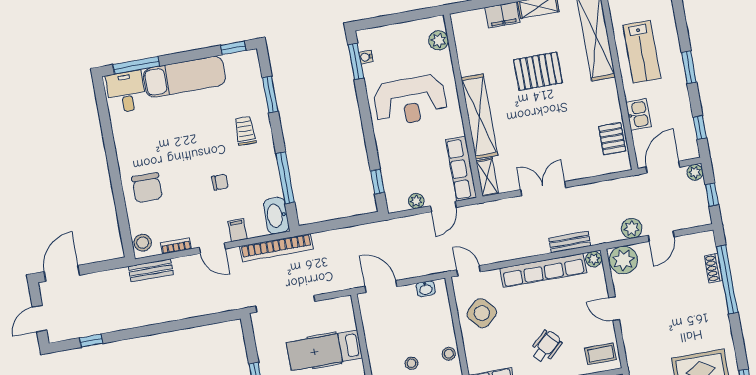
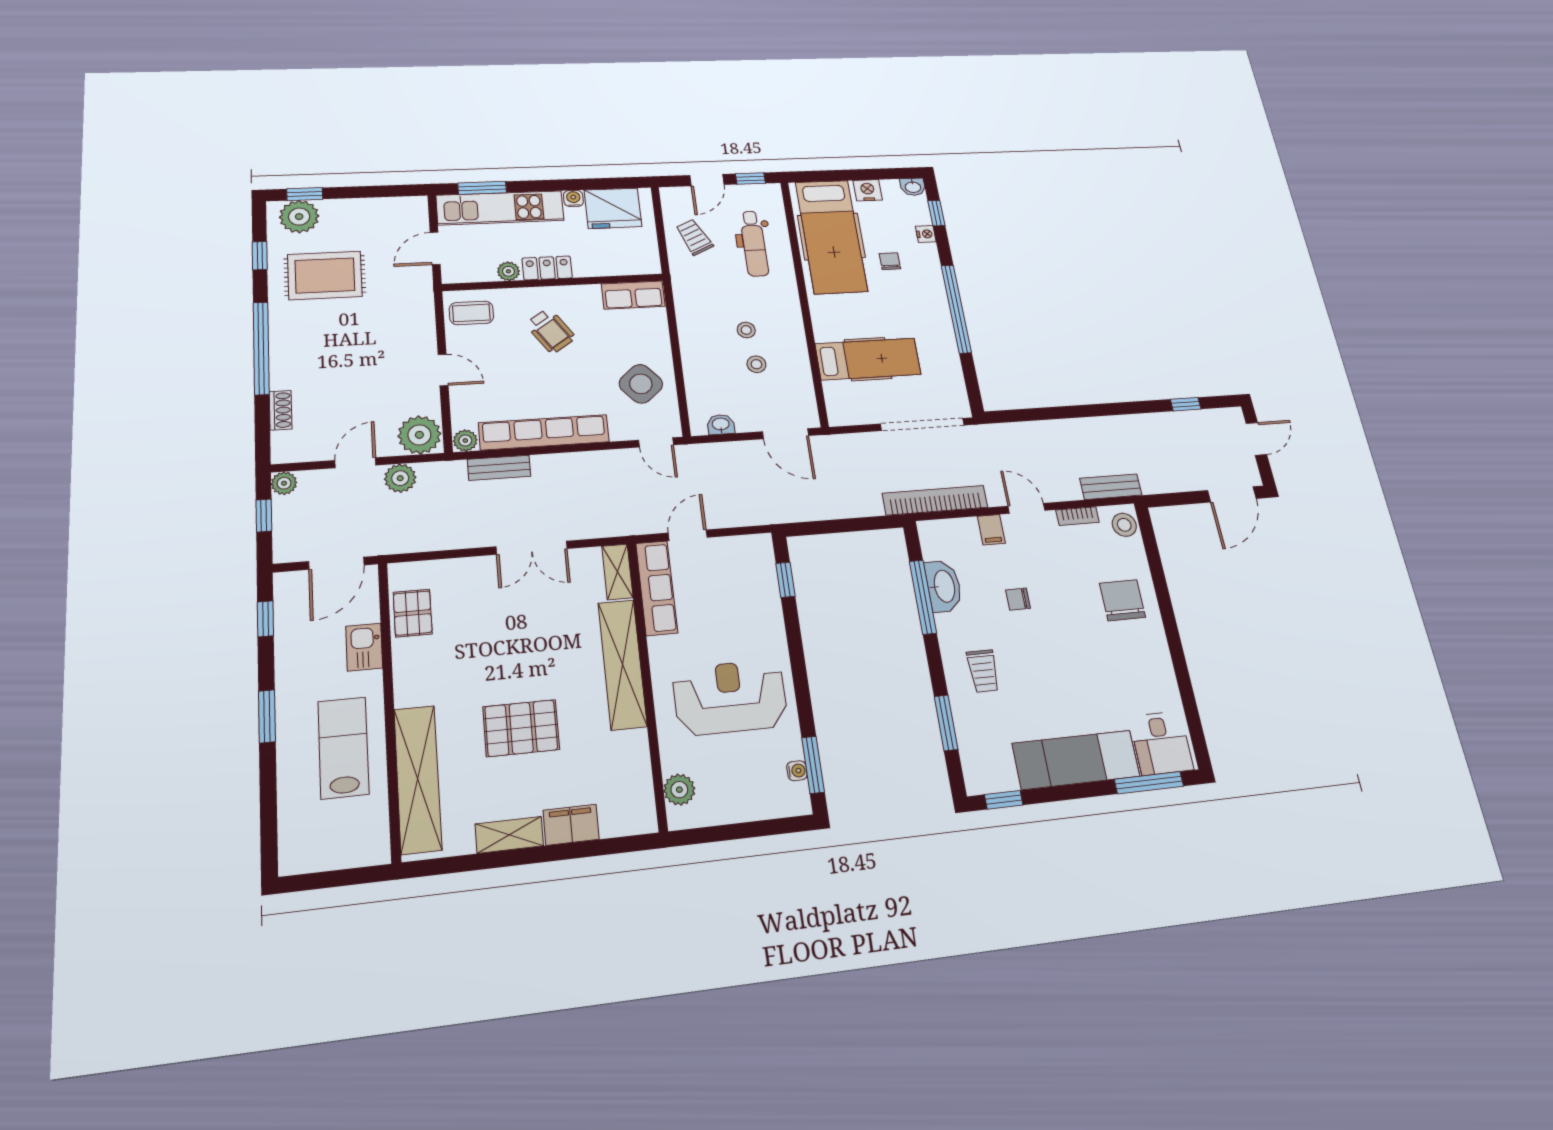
plant: (695, 172) -> (284, 483), moved
plant: (416, 201) -> (728, 547), removed
washbasin: (276, 216) -> (944, 586), moved
window: (727, 280) -> (261, 348), moved
wheelchair: (546, 346) -> (551, 331), turned -81
stool: (449, 354) -> (756, 364), moved

